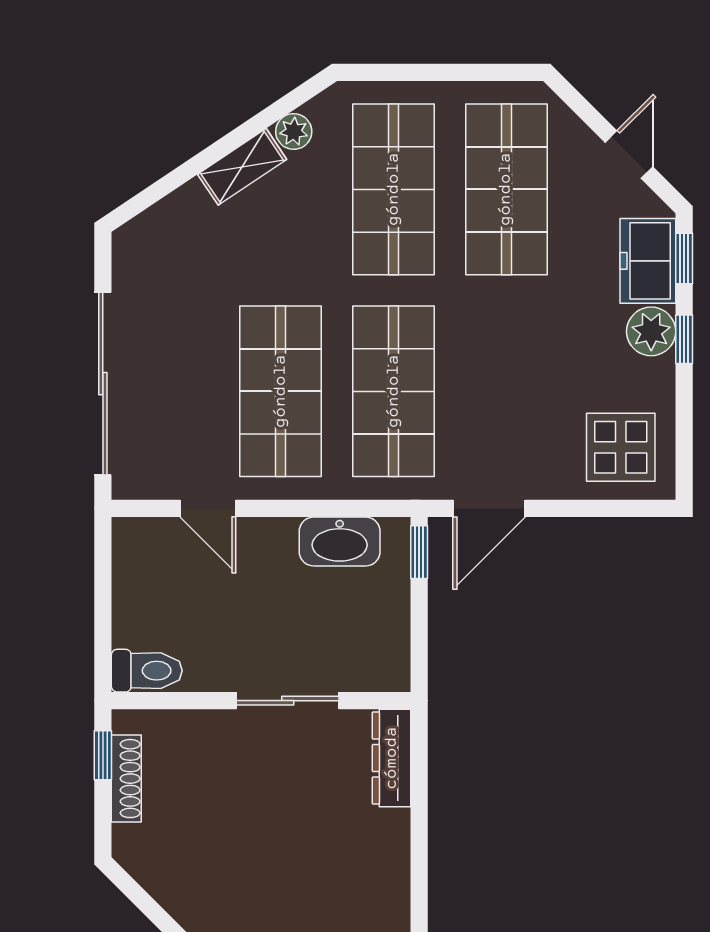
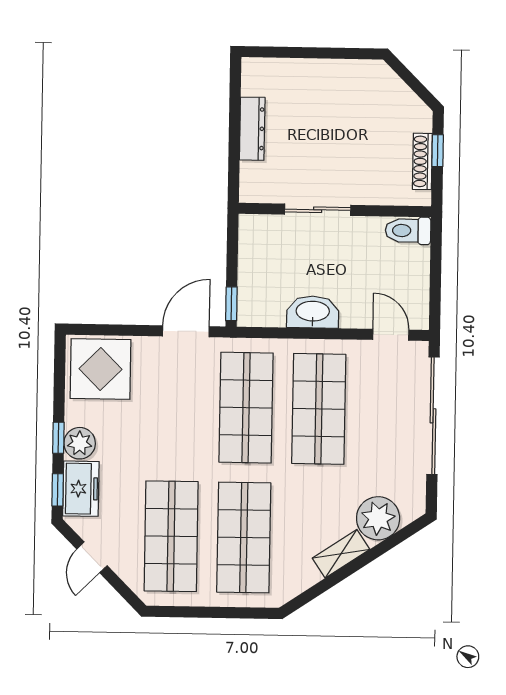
plant: (294, 131) -> (378, 518), moved, width x1.87, depth x1.87
display table: (621, 447) -> (100, 369), width x1.36, depth x1.36
door: (208, 508) -> (391, 335), moved
washbasin: (340, 542) -> (313, 312), moved
window: (103, 755) -> (438, 151), moved
dresser: (392, 758) -> (252, 129), moved

